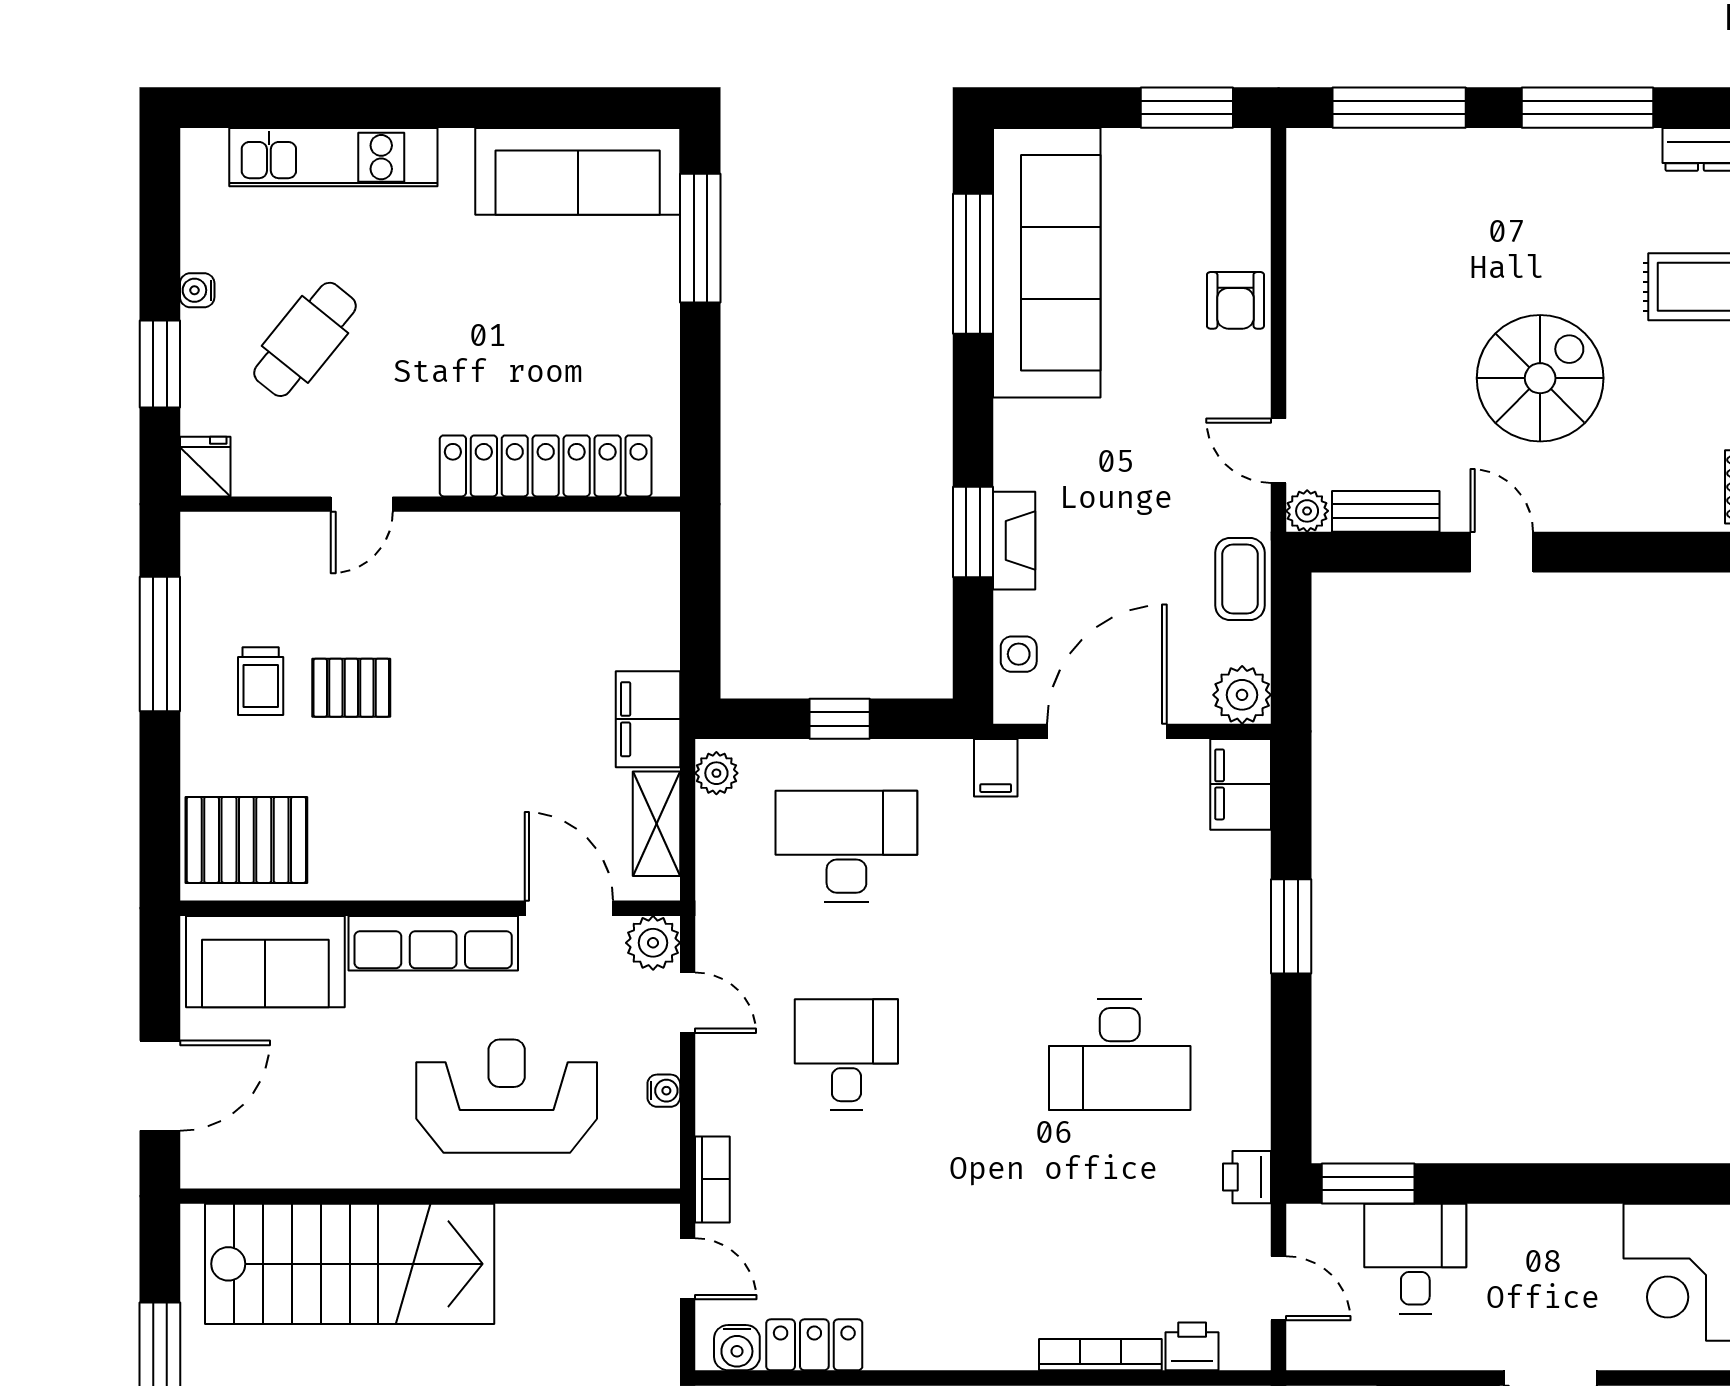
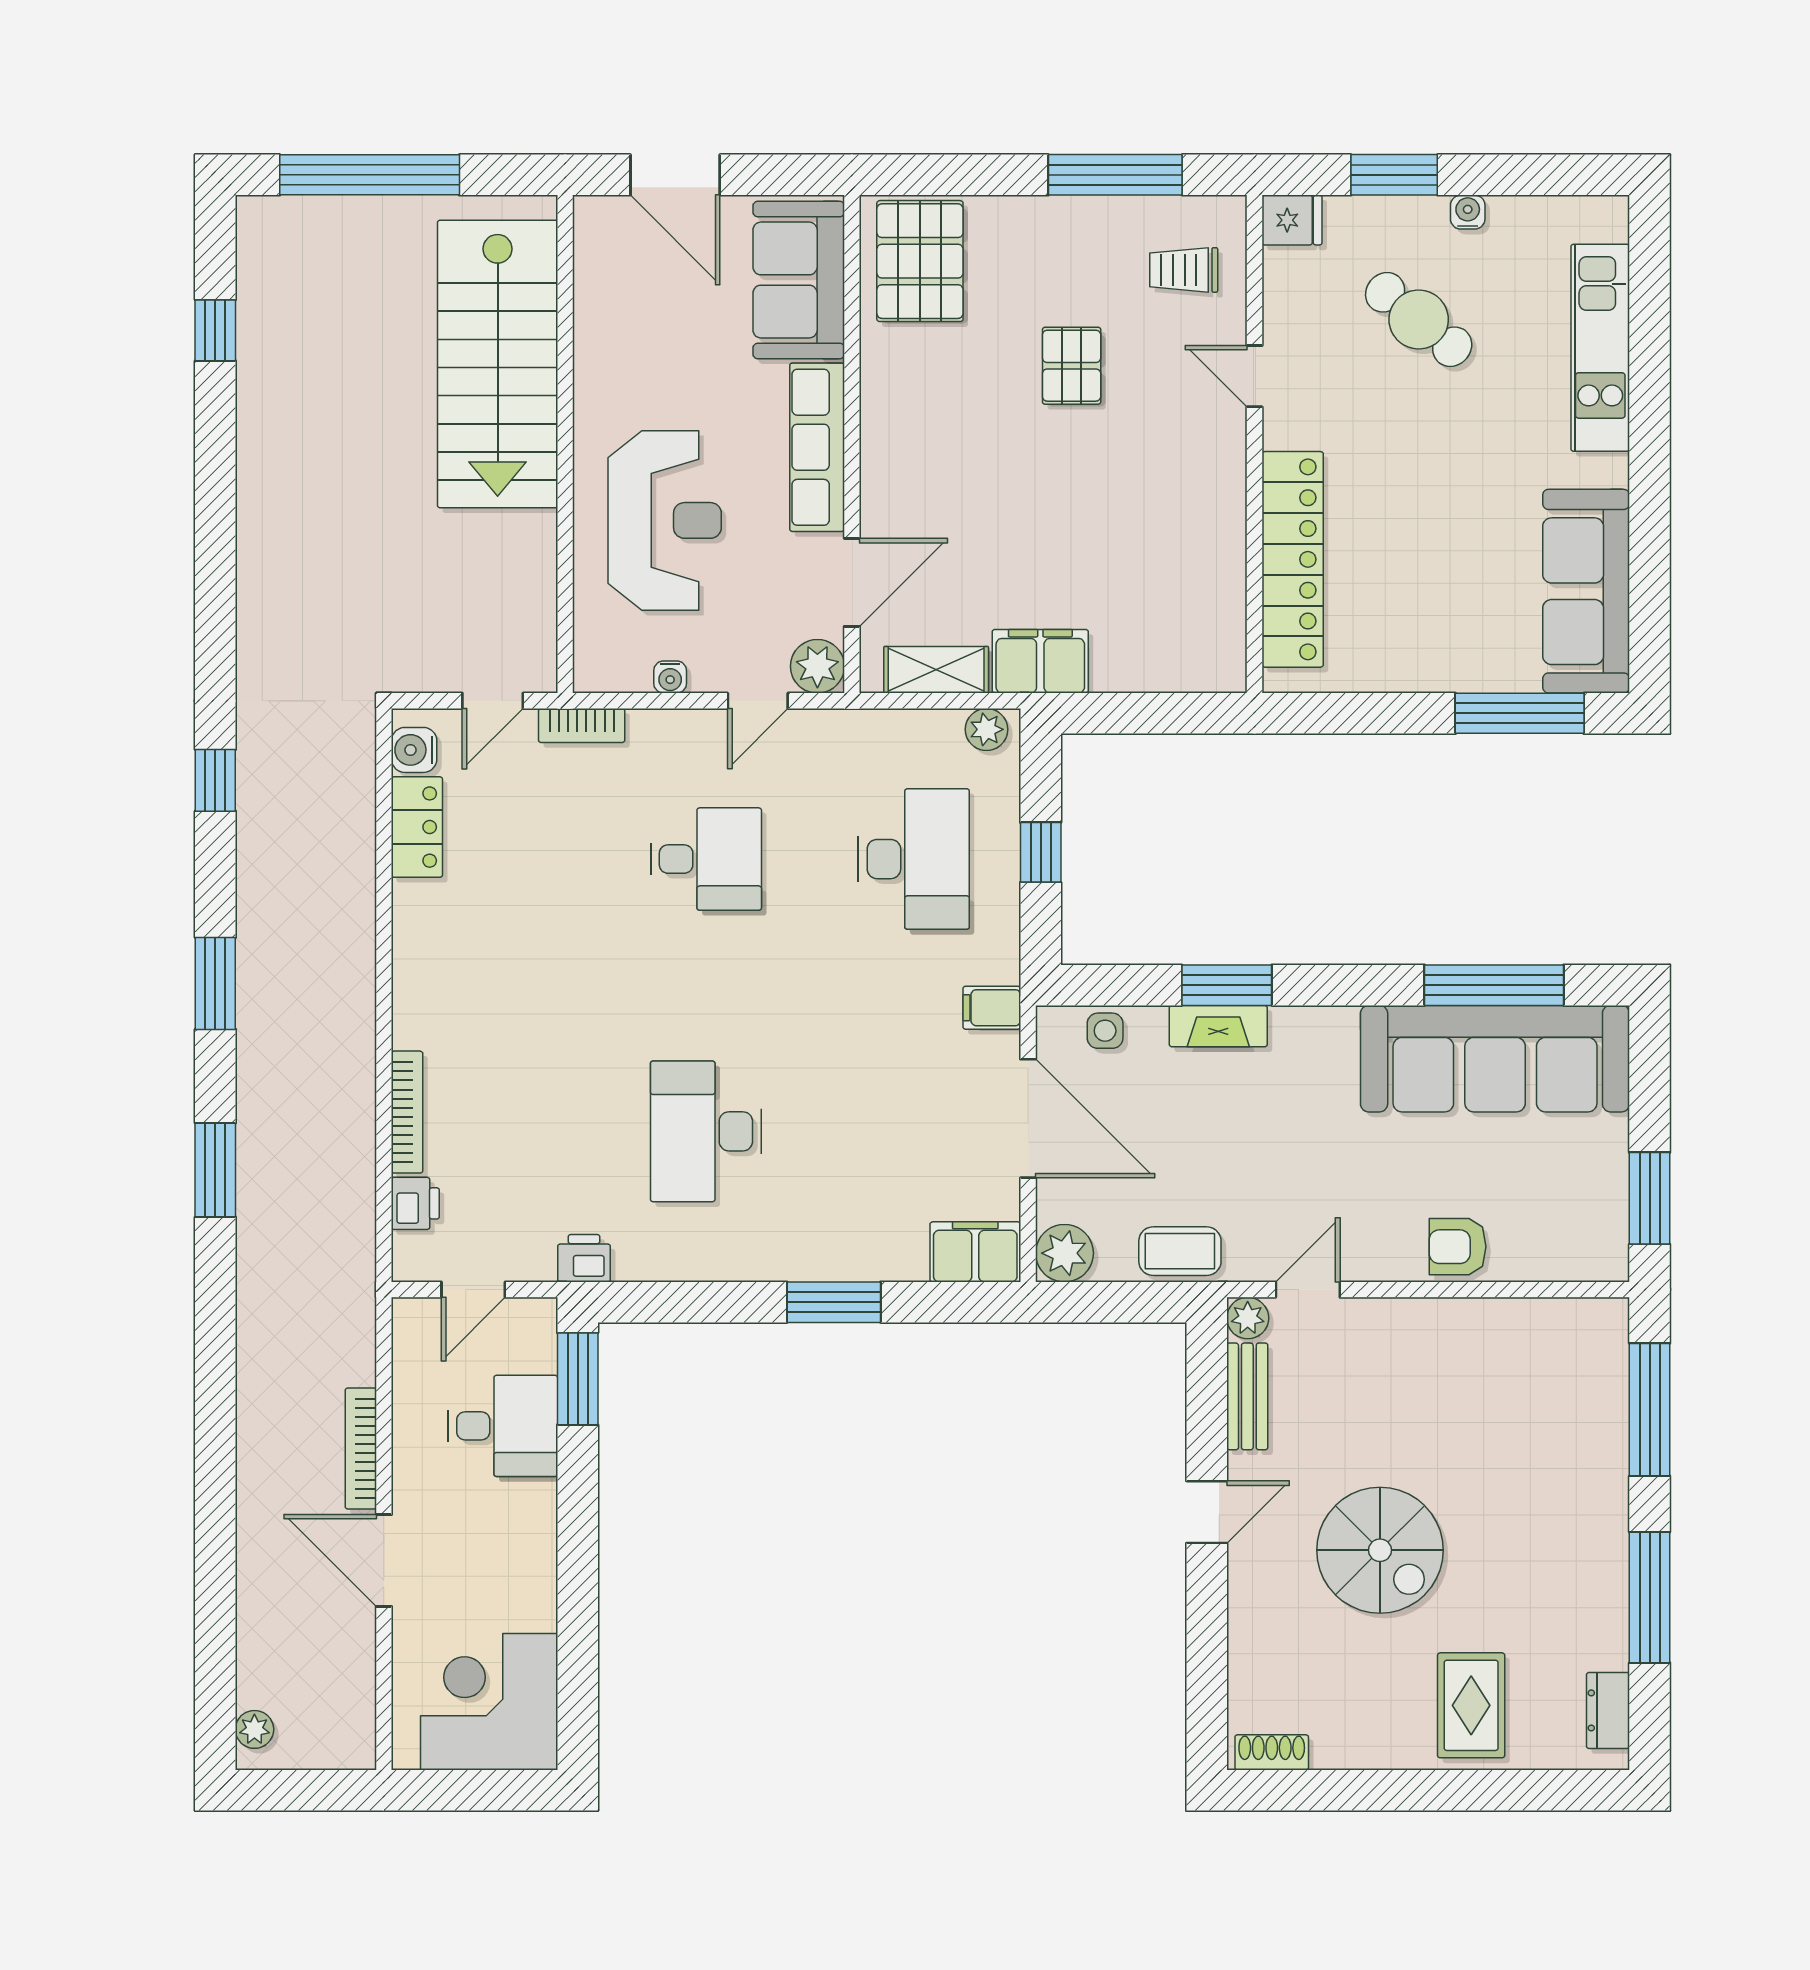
trolley: (261, 681) -> (1184, 270), moved

